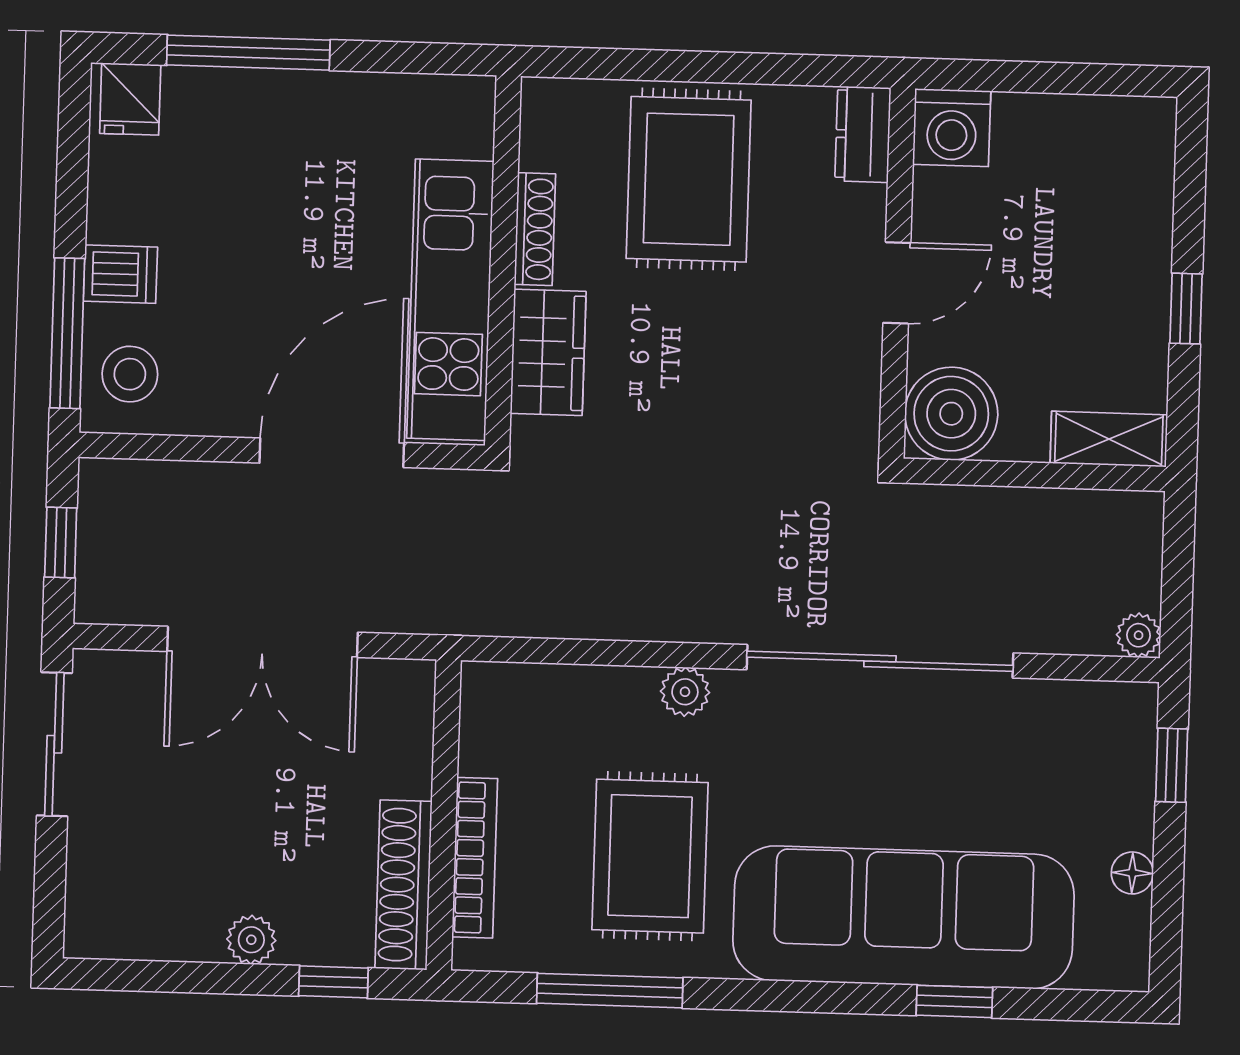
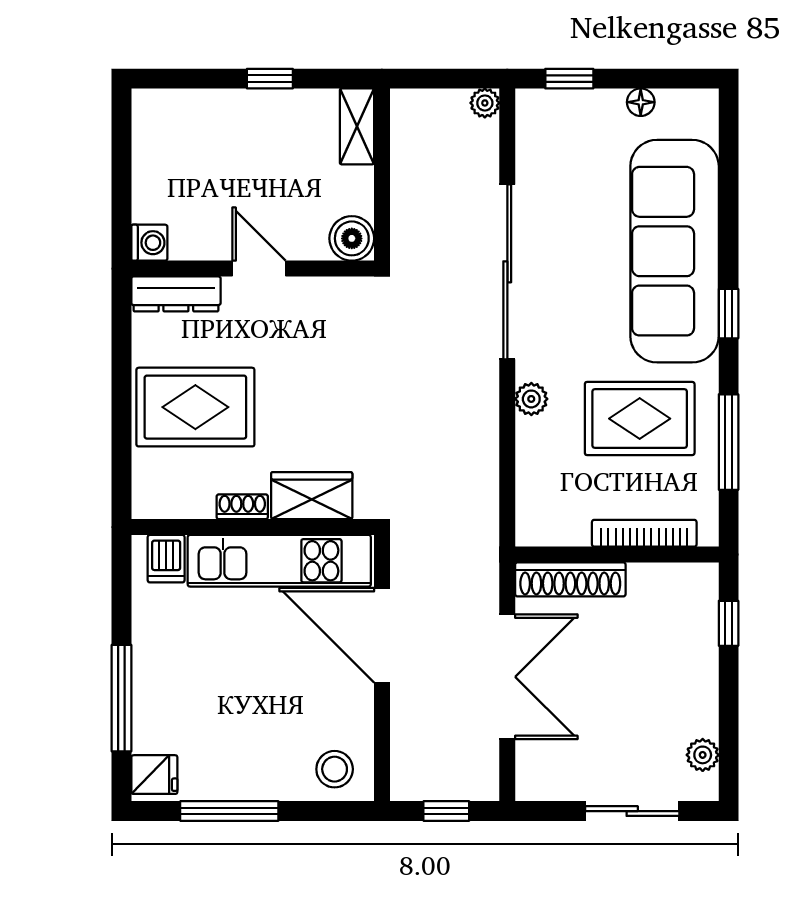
washing machine: (952, 128) -> (149, 243), width x0.73, depth x0.73
dresser: (863, 134) -> (176, 294), width x1.44
shoe rack: (535, 229) -> (242, 507), width x0.70
dishwasher: (120, 274) -> (166, 559), moved, turned 180
window: (67, 333) -> (229, 811), moved
boiler: (951, 414) -> (352, 238), width x0.73, depth x0.73
sliding door: (54, 744) -> (632, 811), moved
shoe rack: (404, 885) -> (570, 579), moved
plant: (251, 940) -> (703, 755), moved
window: (954, 1001) -> (729, 314), moved

